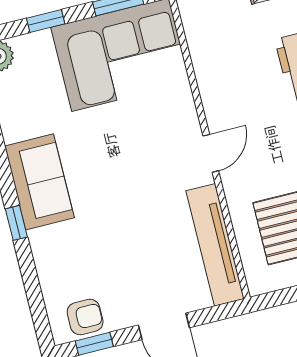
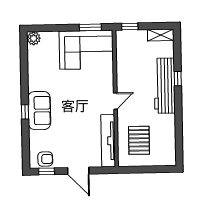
window: (46, 21) -> (57, 28), removed
sofa: (39, 182) -> (39, 111), moved

